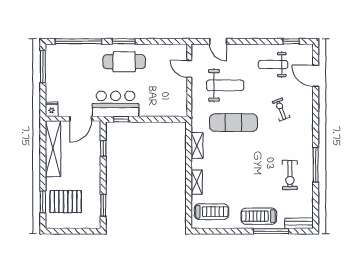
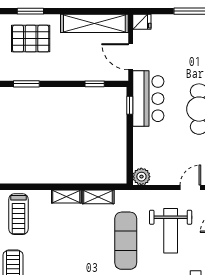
plant: (180, 110) -> (141, 177), added
shelving: (197, 182) -> (66, 196), moved
pallet: (66, 202) -> (31, 39), turned 90

